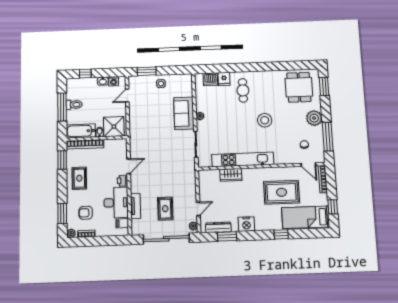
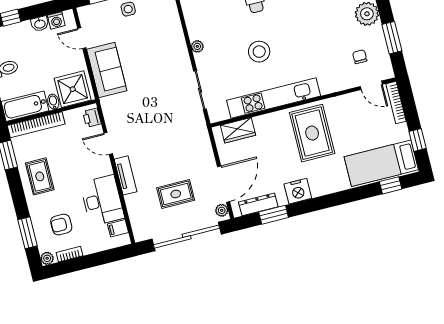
door: (127, 96) -> (82, 38), hinge flipped
sofa: (184, 113) -> (107, 70), moved, turned 180
stool: (265, 120) -> (259, 52), moved
window: (328, 137) -> (392, 38), width x0.69
door: (129, 166) -> (108, 143), swing flipped
wardrobe: (231, 175) -> (238, 130), moved
printer: (123, 181) -> (92, 118), moved
rug: (282, 192) -> (312, 133), moved, turned 90
tv unit: (136, 206) -> (126, 175), moved
rug: (165, 209) -> (176, 194), turned 90
door: (198, 209) -> (224, 184), width x1.88
window: (281, 234) -> (391, 185), moved

